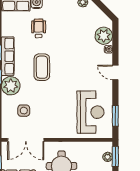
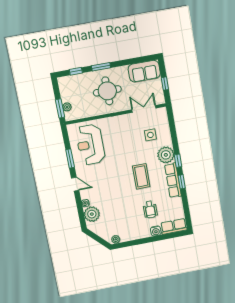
window: (115, 116) -> (70, 158), moved
double door: (26, 140) -> (144, 109), width x0.73

